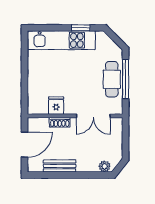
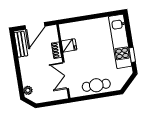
window: (126, 79) -> (98, 96), removed
door: (25, 145) -> (35, 26), hinge flipped
bench: (60, 166) -> (21, 44), moved

